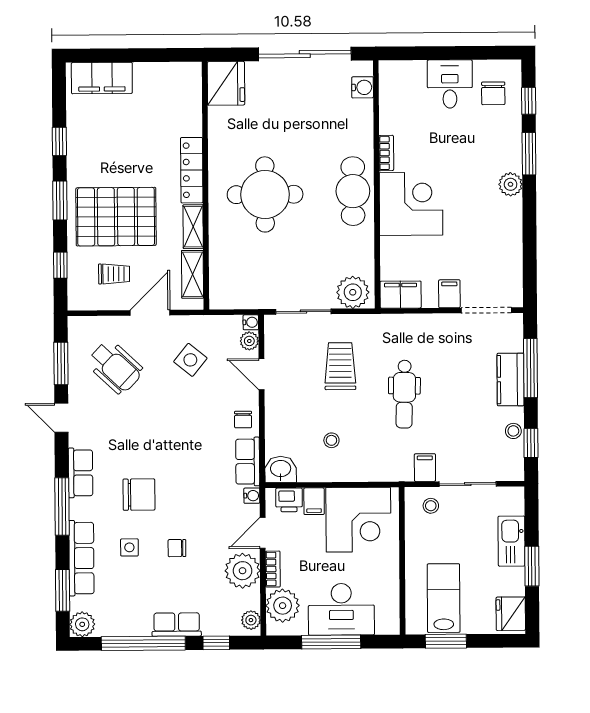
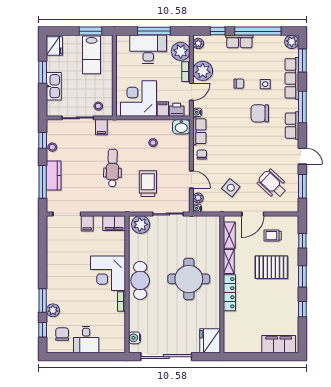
plant: (511, 184) -> (53, 310), moved
pallet: (116, 217) -> (271, 267), width x0.73, depth x0.71
trolley: (340, 366) -> (148, 184), turned 180

